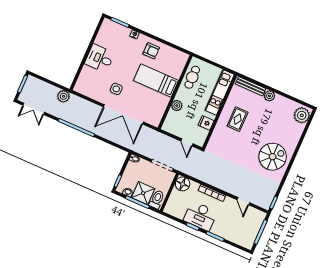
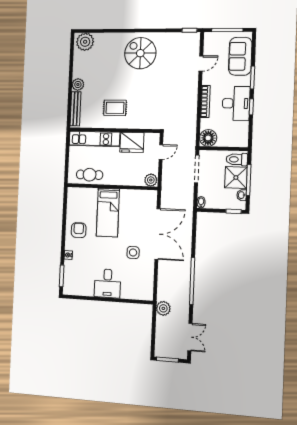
plant: (177, 105) -> (151, 180), moved
fridge: (206, 123) -> (132, 142), width x1.88, depth x1.34
sofa: (236, 234) -> (240, 56), added

